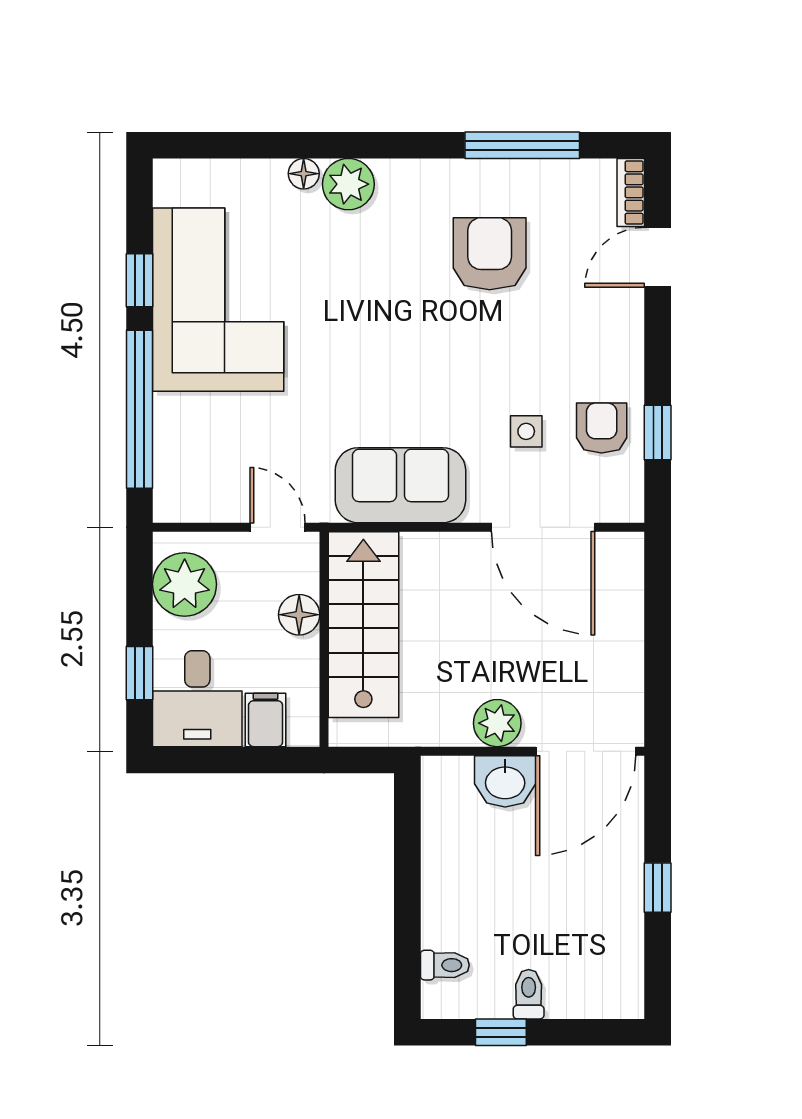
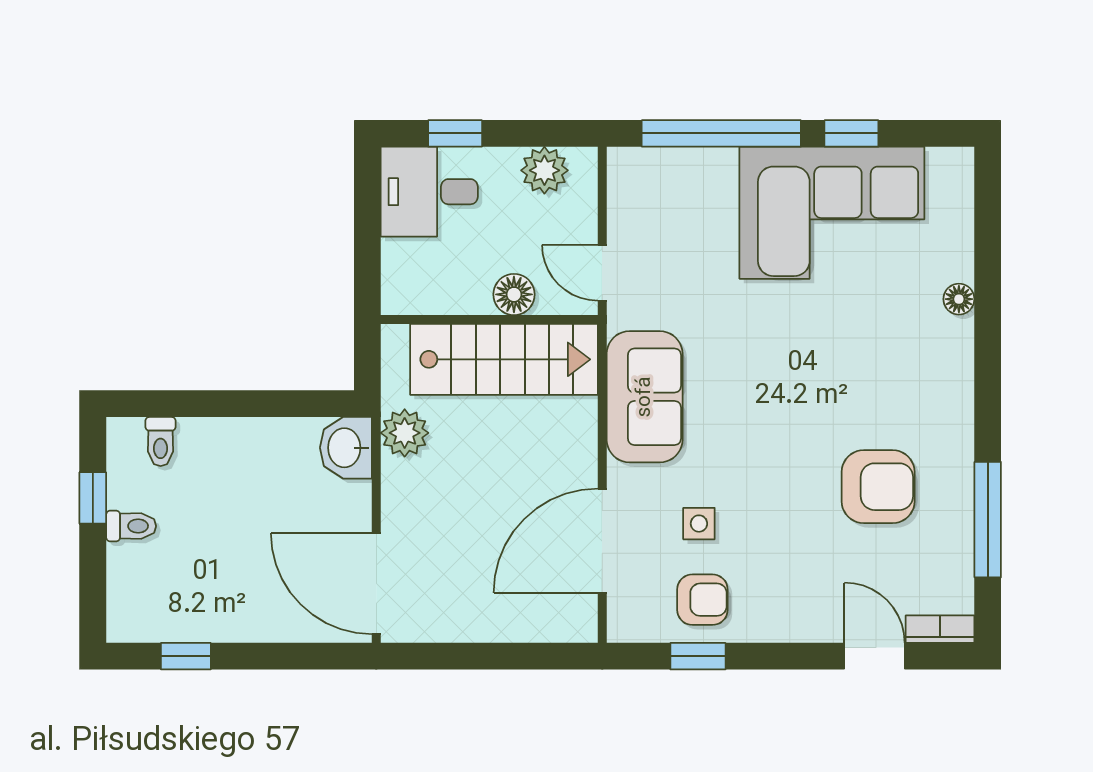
plant: (348, 184) -> (948, 344), removed
door: (278, 527) -> (602, 273), swing flipped
plant: (185, 584) -> (544, 170), width x0.73, depth x0.73
filing cabinet: (266, 720) -> (408, 261), removed
plant: (497, 723) -> (405, 433), moved
washbasin: (505, 781) -> (346, 448), moved
window: (658, 888) -> (186, 656), moved

